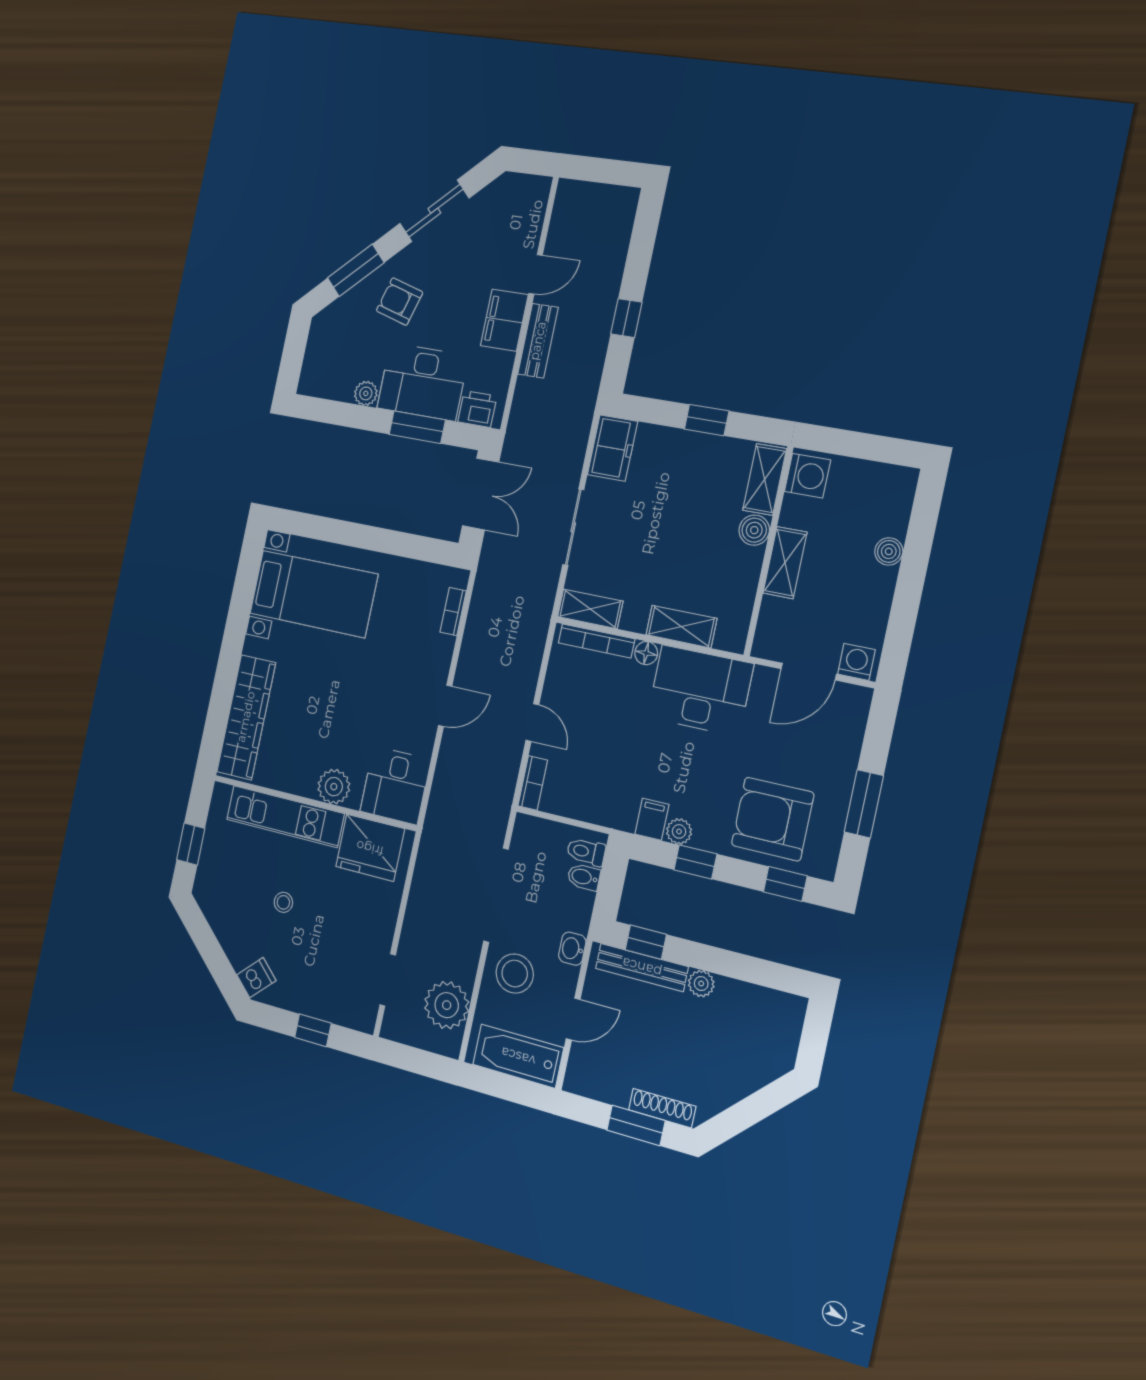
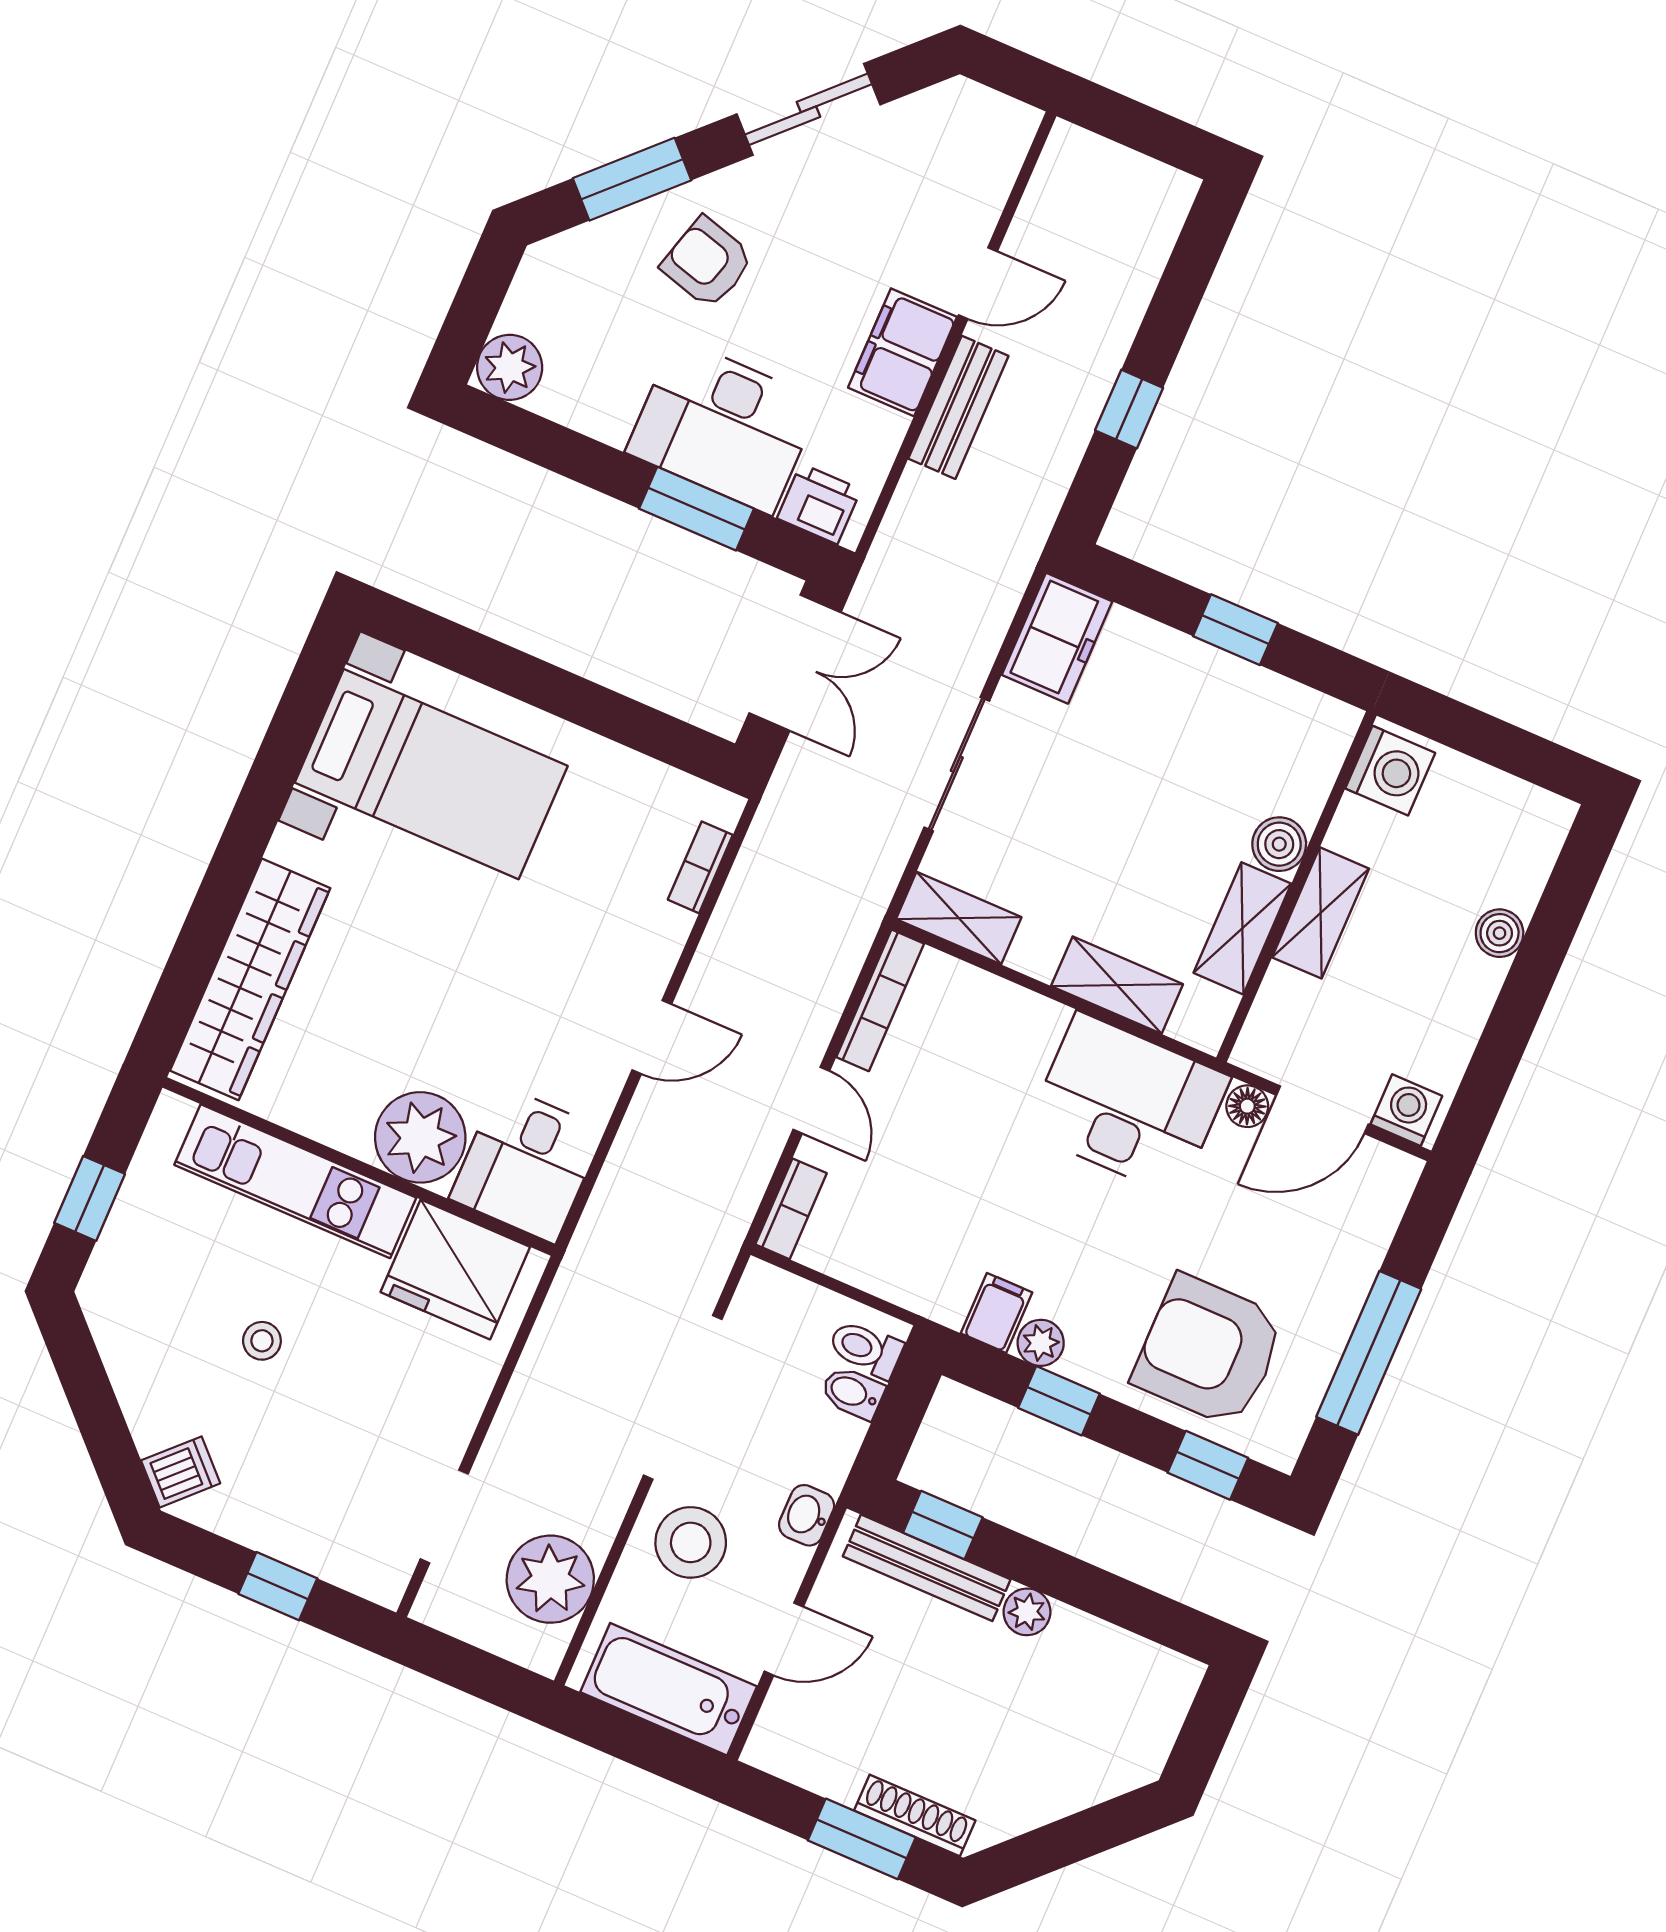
plant: (366, 393) -> (510, 367), moved, width x1.38, depth x1.38
shelving: (765, 479) -> (1242, 928), moved
bookcase: (596, 641) -> (880, 1000), moved, turned -90
floor lamp: (646, 653) -> (1247, 1106), moved
plant: (334, 787) -> (420, 1137), width x1.36, depth x1.36
window: (864, 804) -> (1369, 1353), width x1.44

